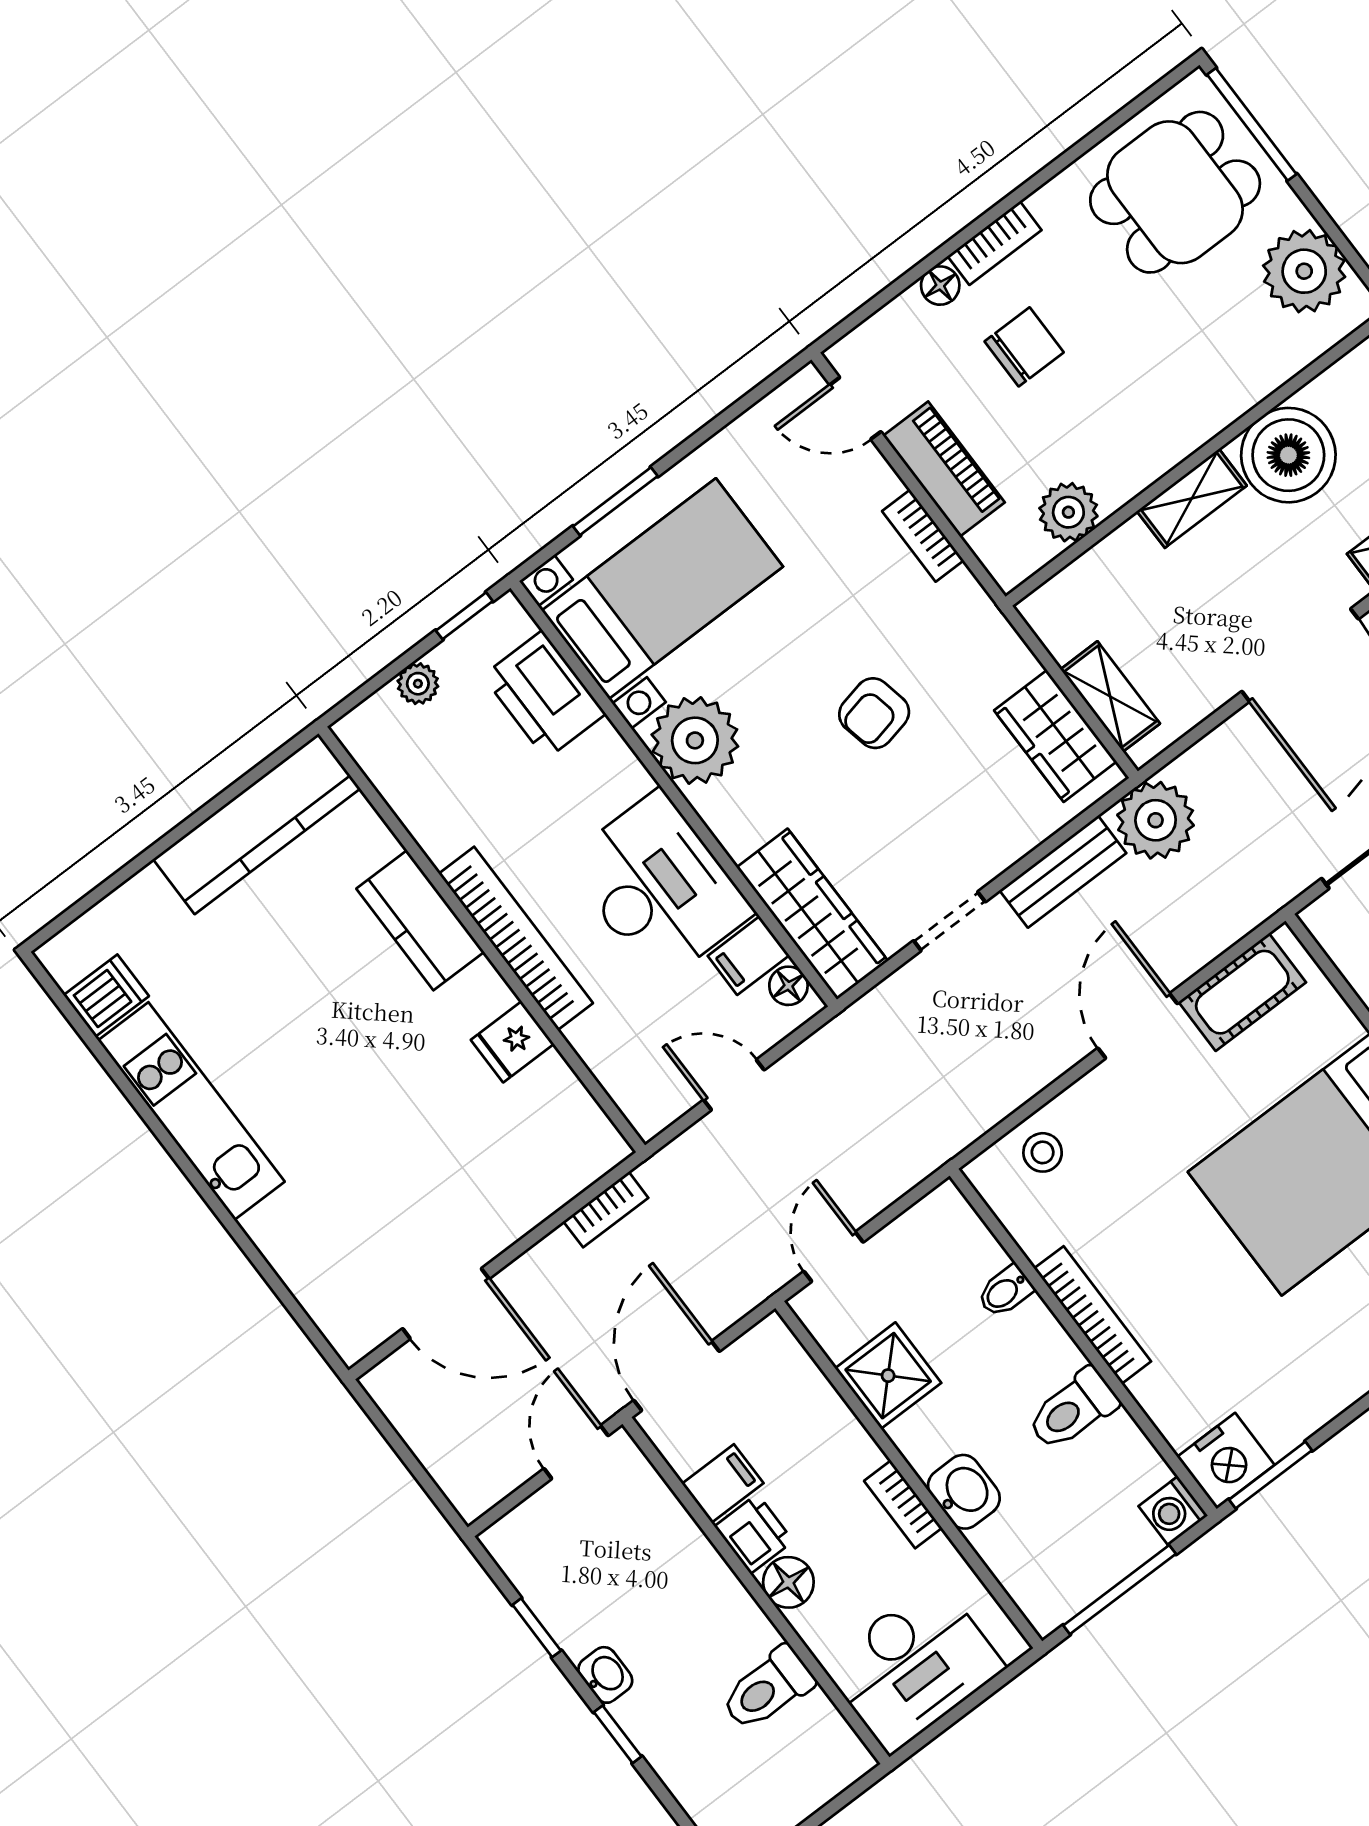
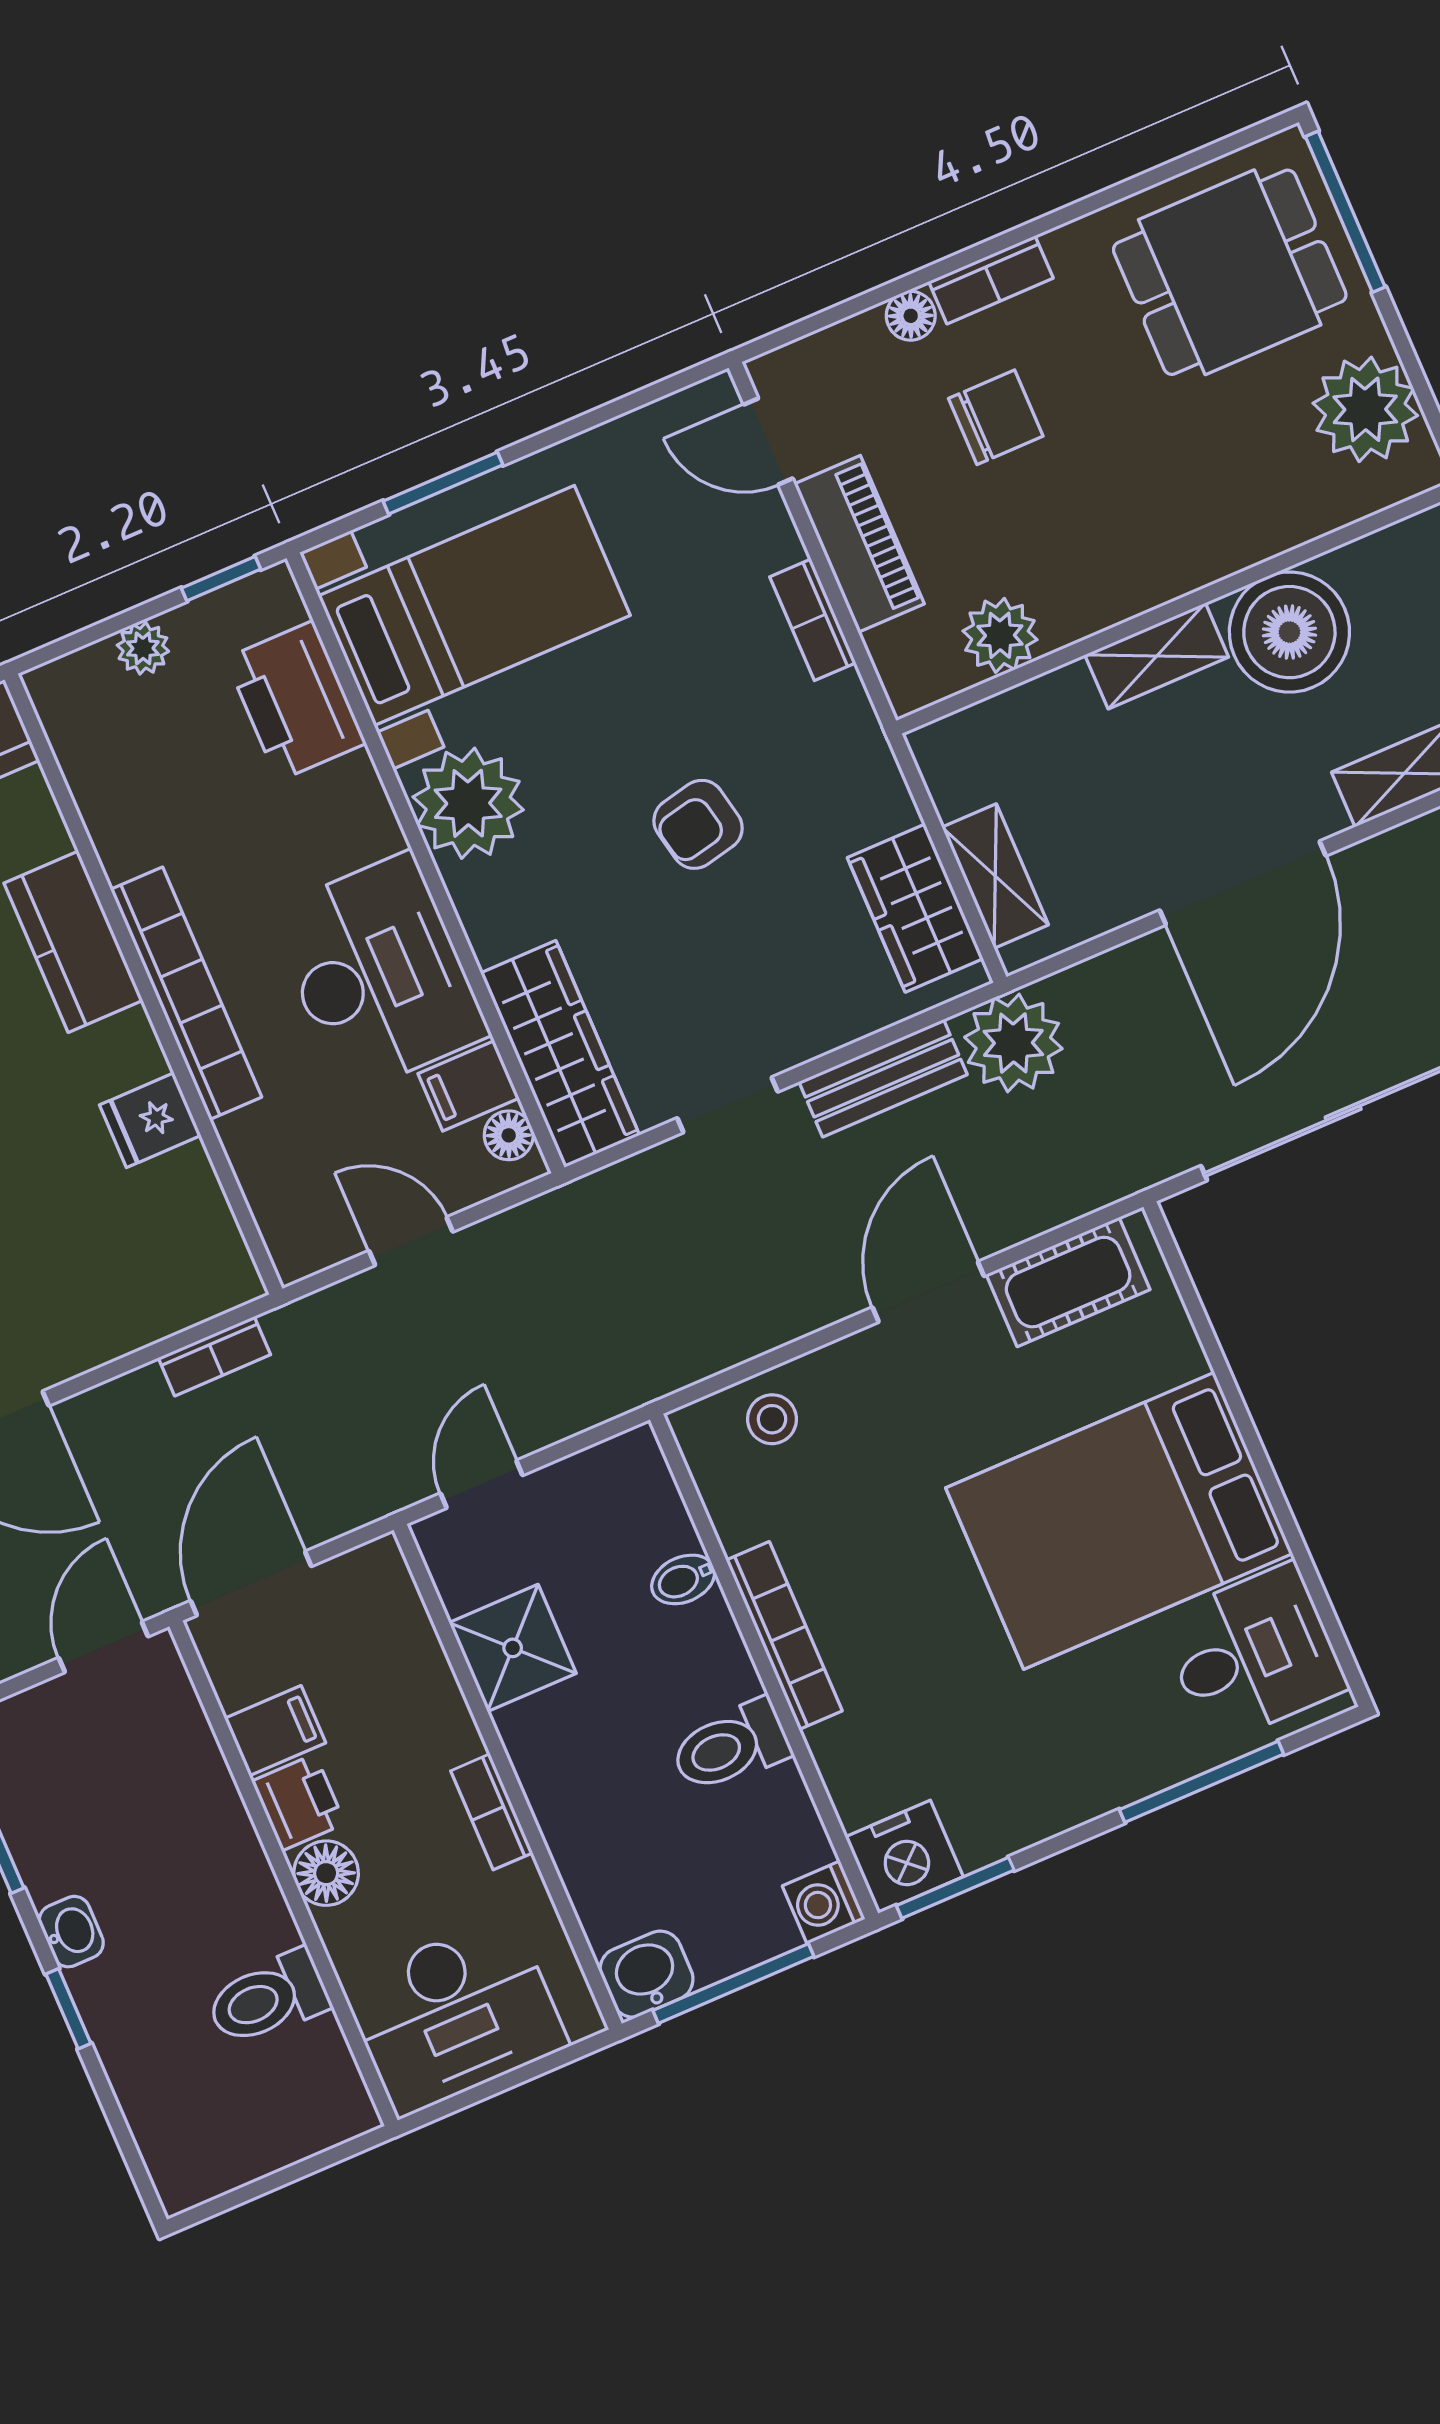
washbasin: (964, 1492) -> (647, 1974), moved, turned -90

